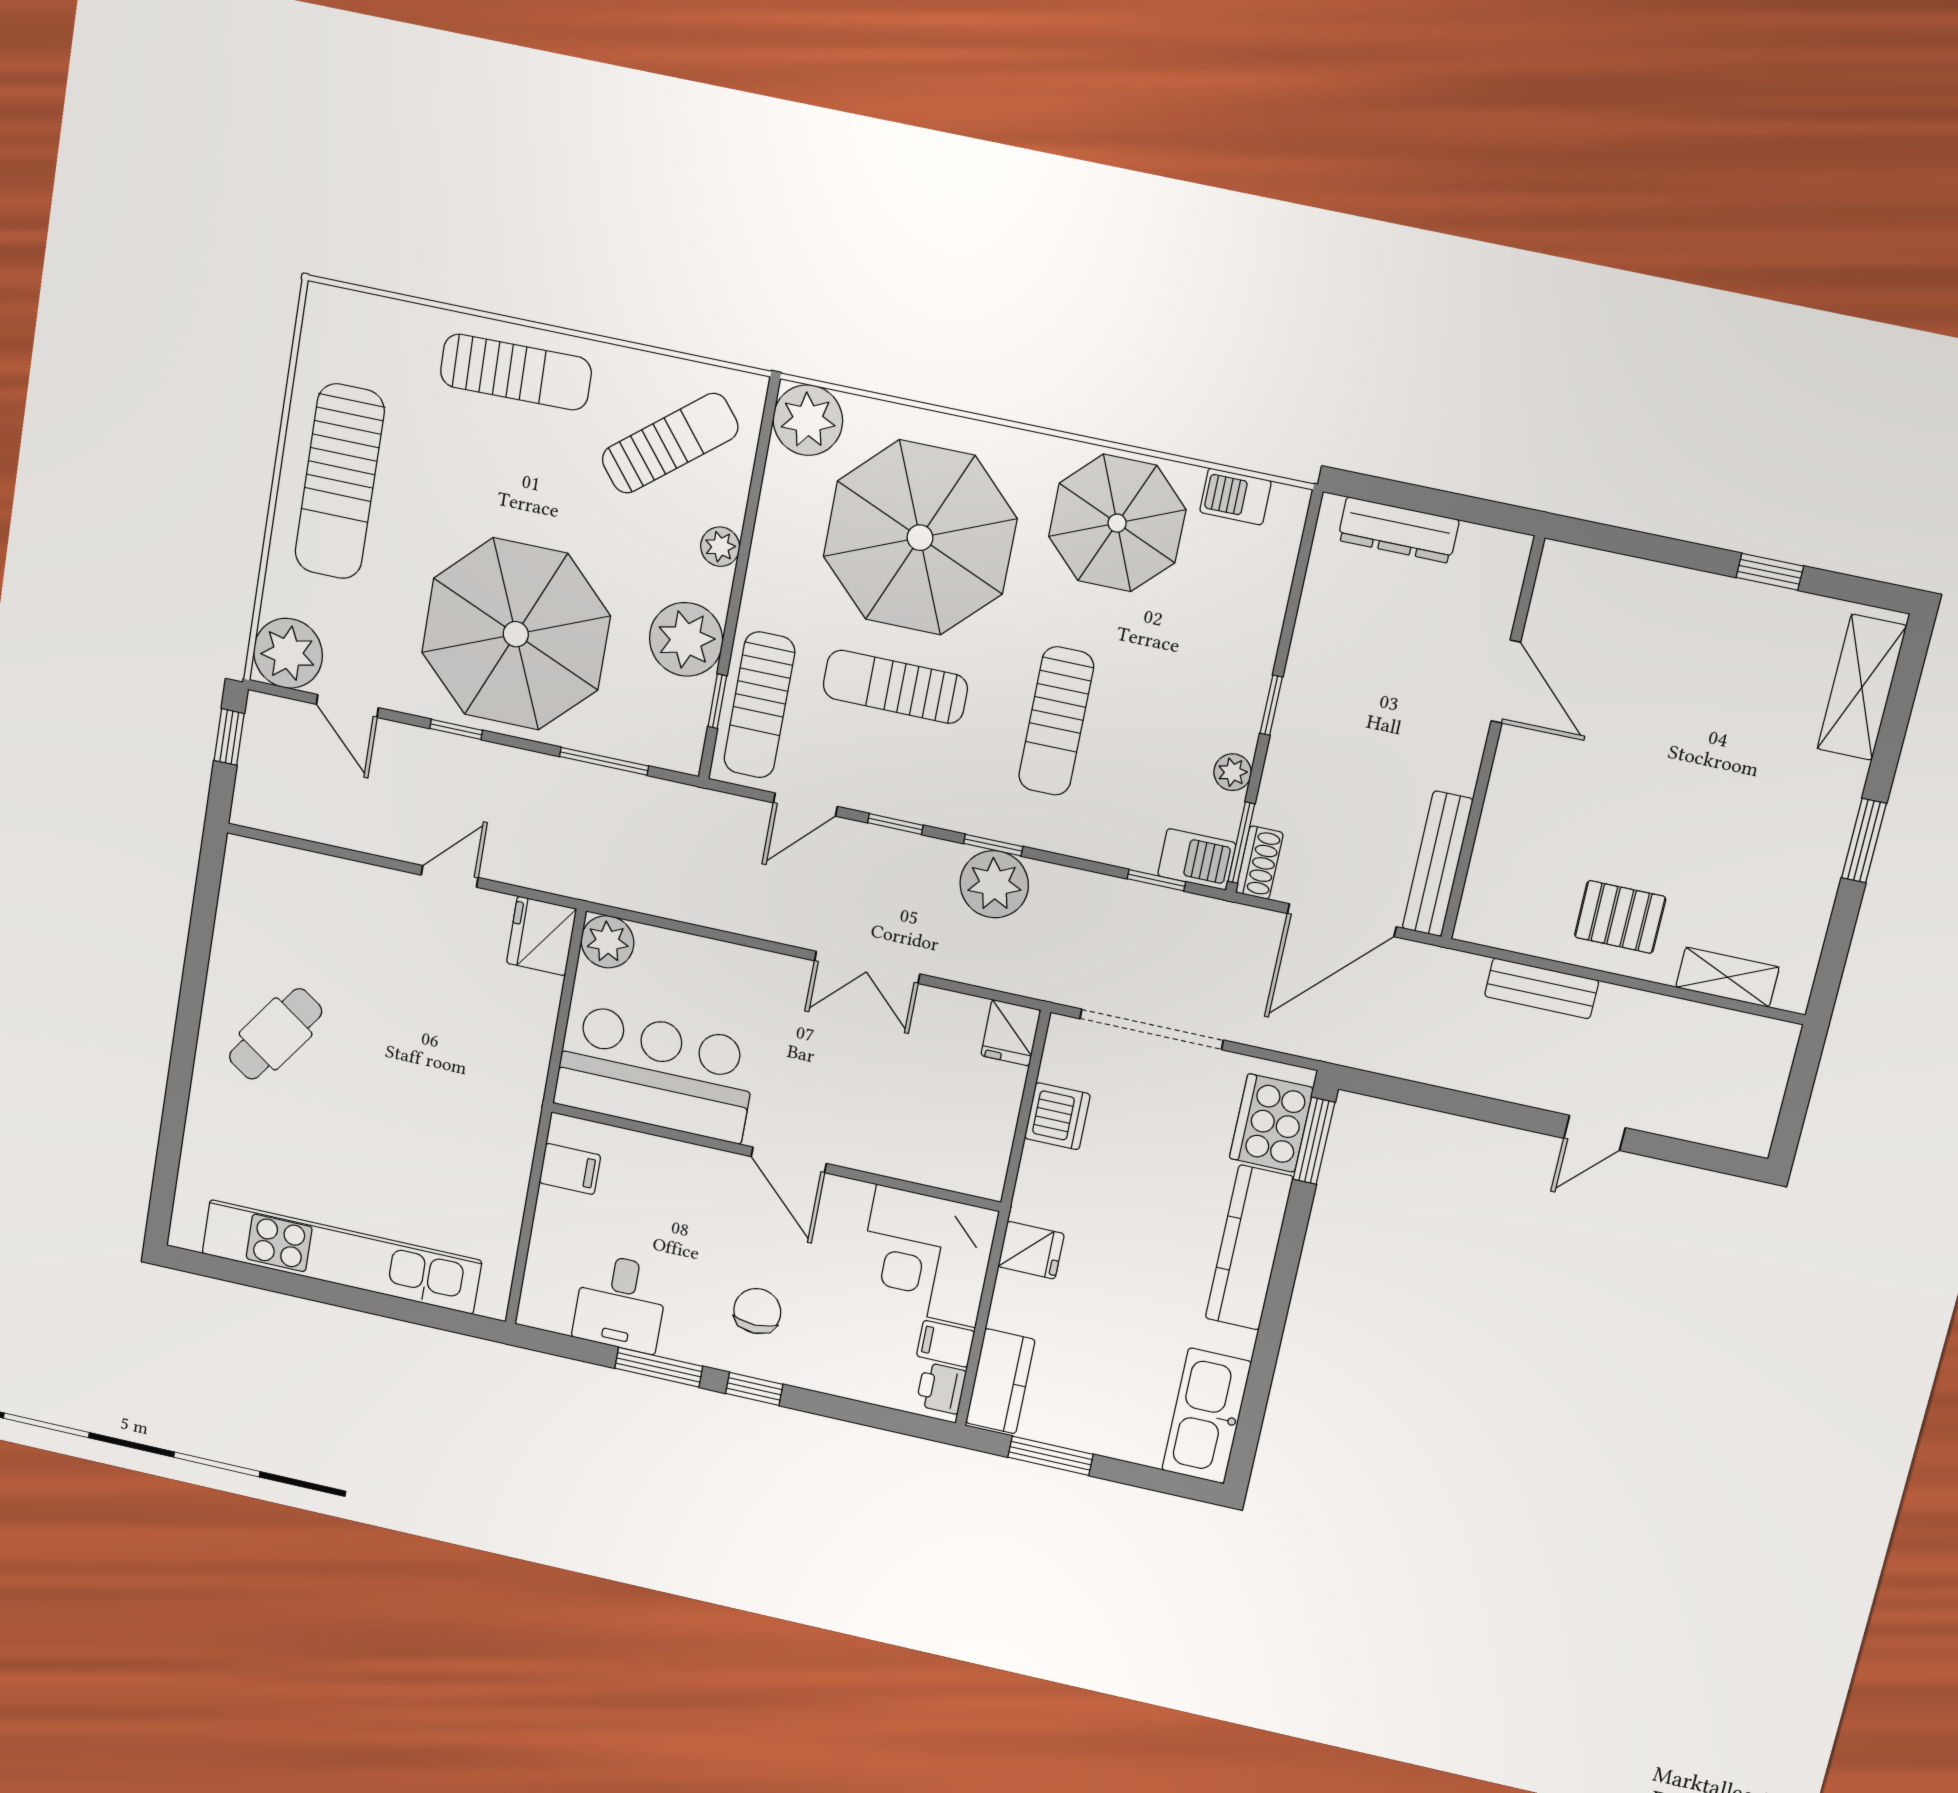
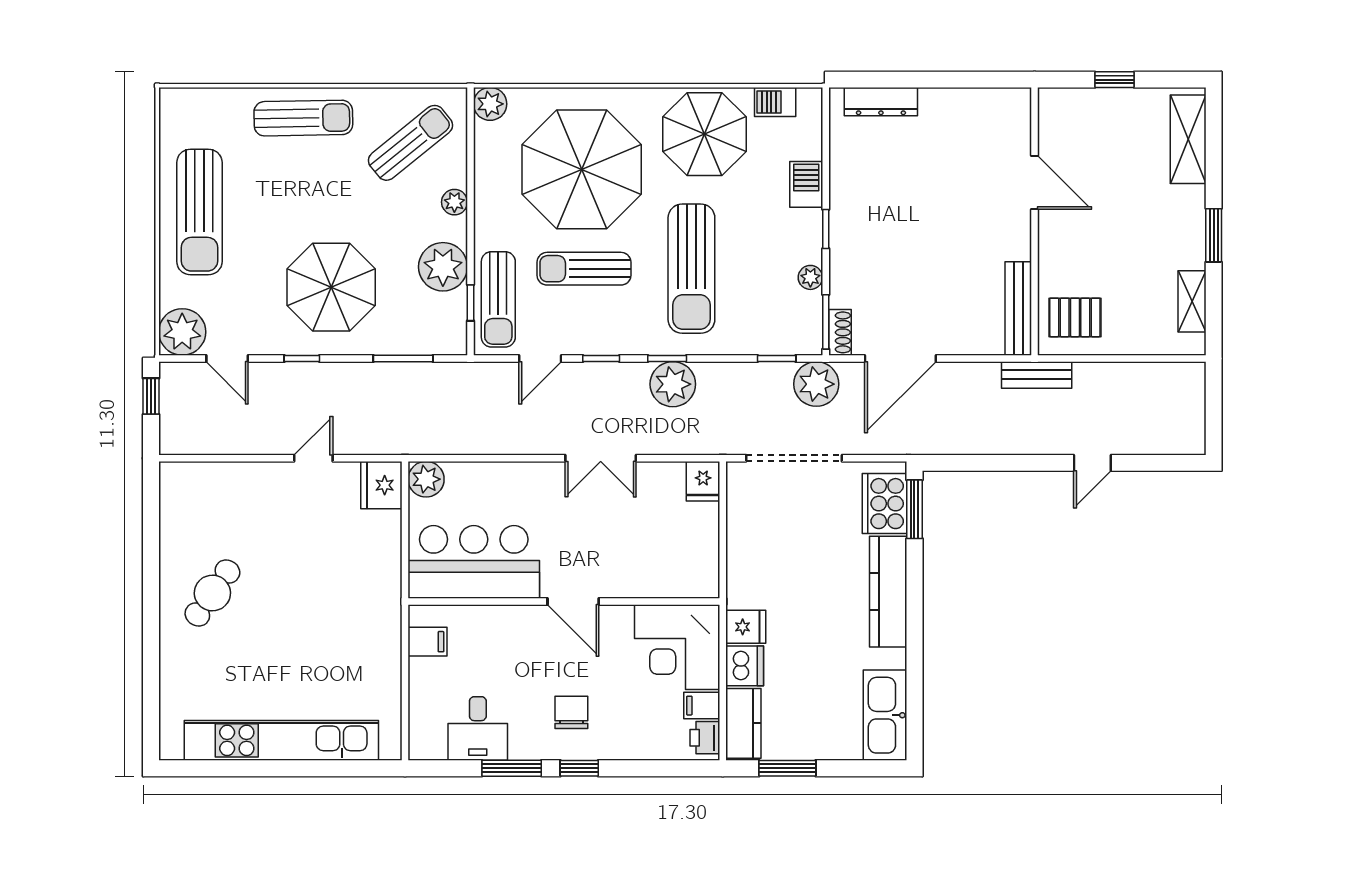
plant: (808, 420) -> (490, 104), width x0.73, depth x0.73
parasol: (516, 634) -> (331, 287), width x0.73, depth x0.73
door: (1506, 682) -> (1034, 183), moved
sun lounger: (1056, 721) -> (691, 269), width x1.36, depth x1.34
wall: (1492, 740) -> (1034, 221), moved
barbecue: (1197, 859) -> (806, 184), moved, turned -90
bench: (1438, 864) -> (1018, 308), moved
plant: (1208, 930) -> (816, 384), added
shelving: (1727, 977) -> (1192, 301), moved, turned 90
dishwasher: (1057, 1116) -> (745, 666), moved

